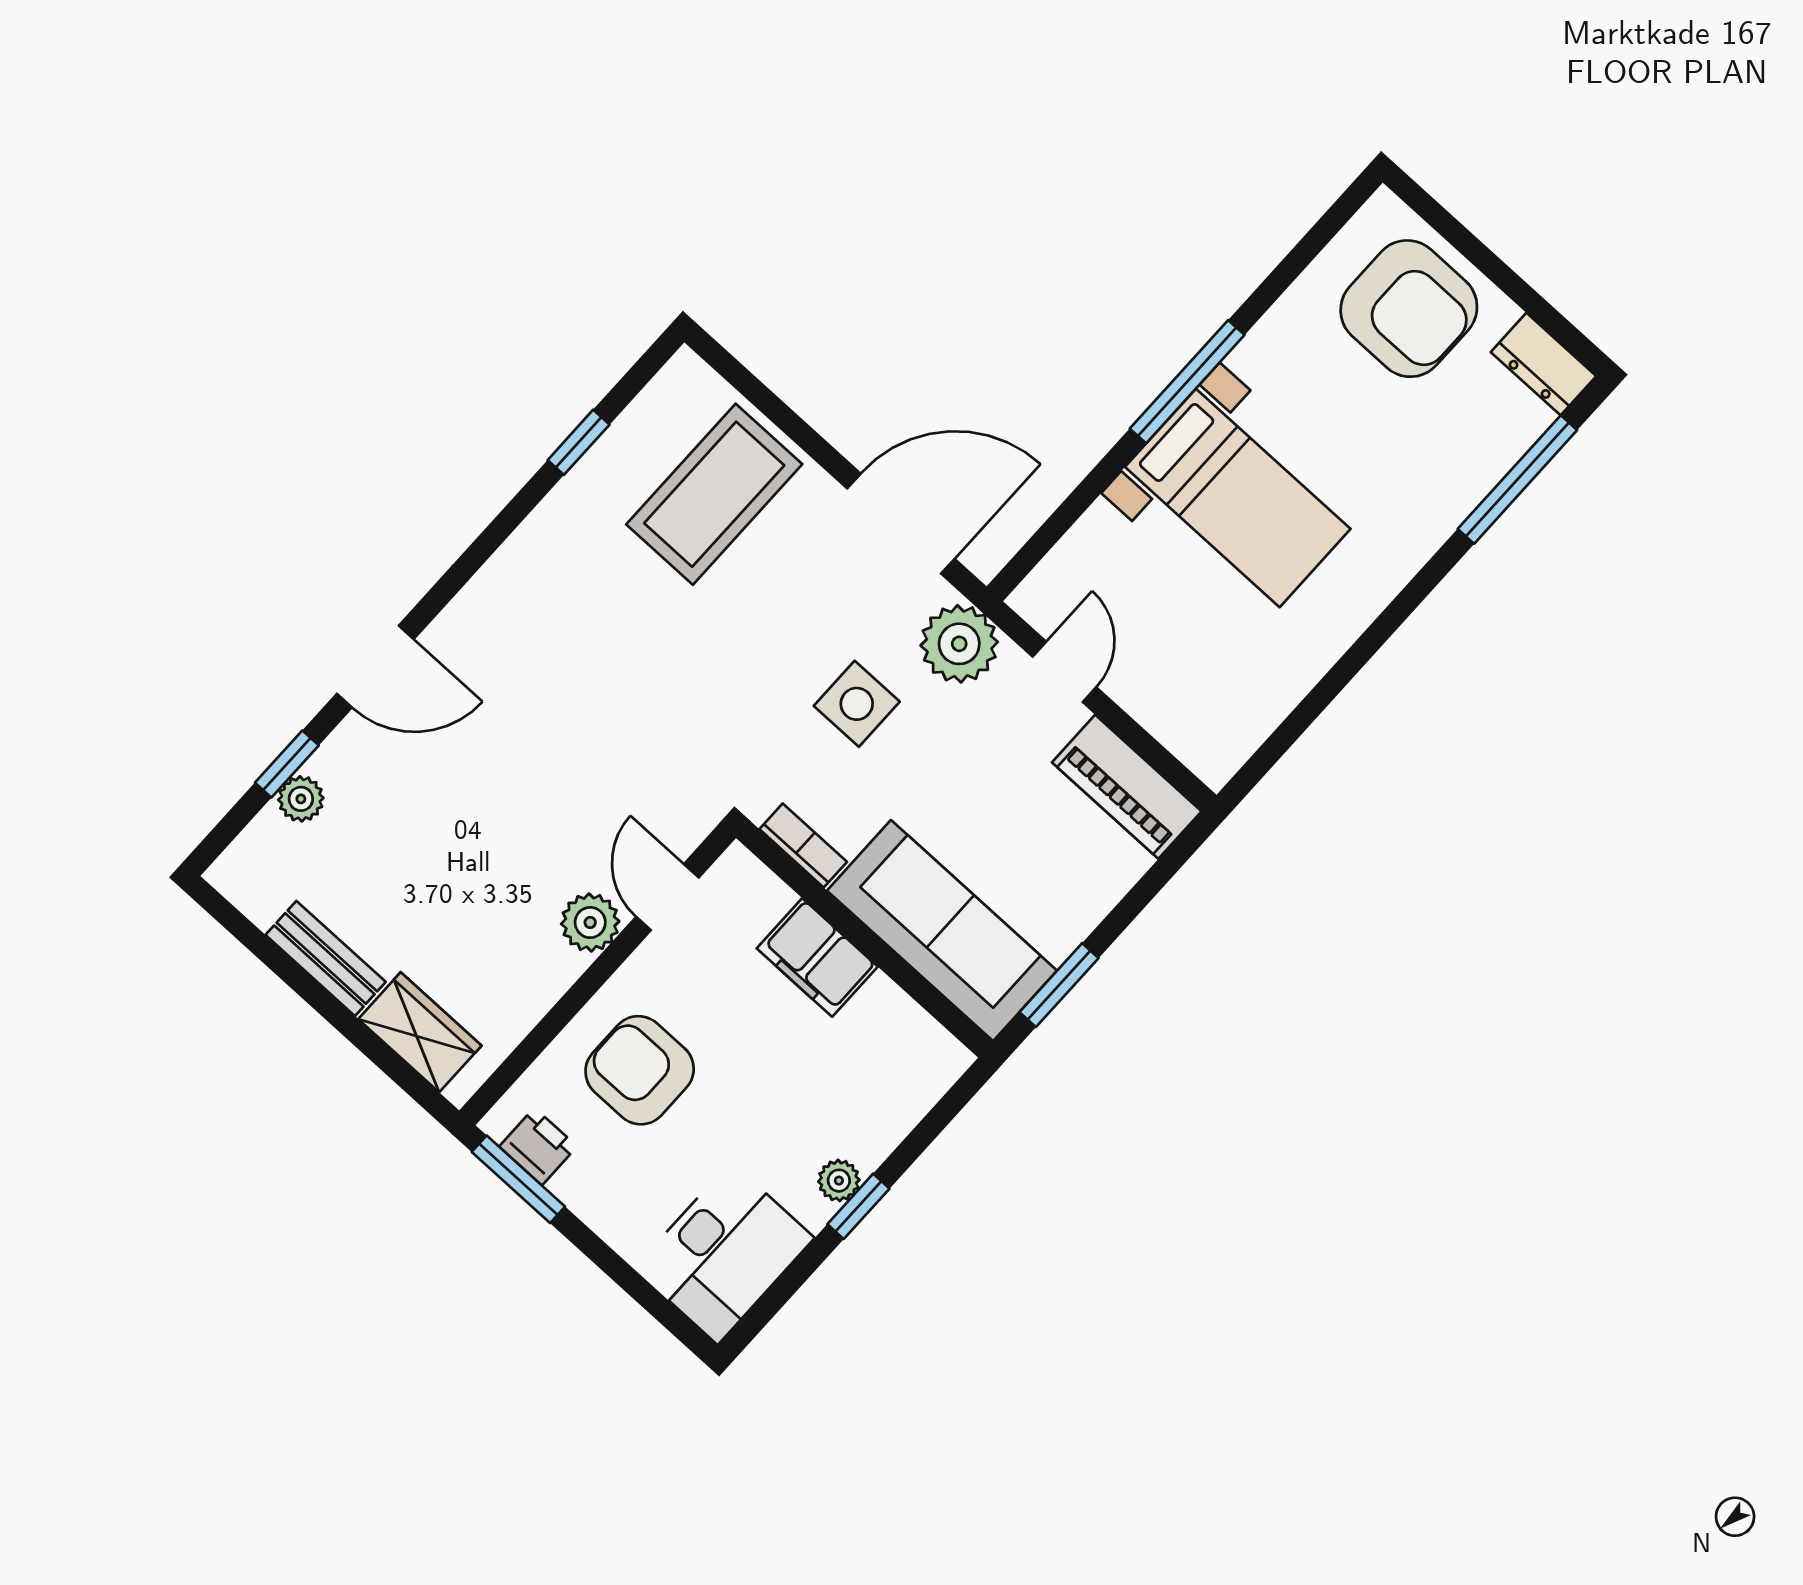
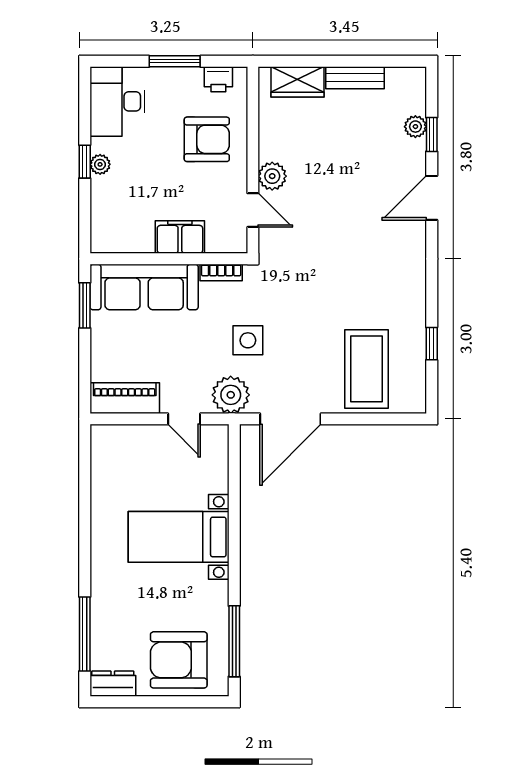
window: (1187, 382) -> (234, 641), moved
window: (518, 1179) -> (175, 61), moved

